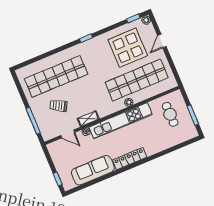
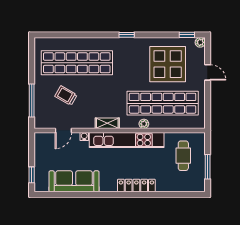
door: (162, 41) -> (208, 72), swing flipped
shelving: (88, 119) -> (107, 123), moved
door: (68, 134) -> (63, 130), hinge flipped
locker: (130, 159) -> (136, 185), moved

